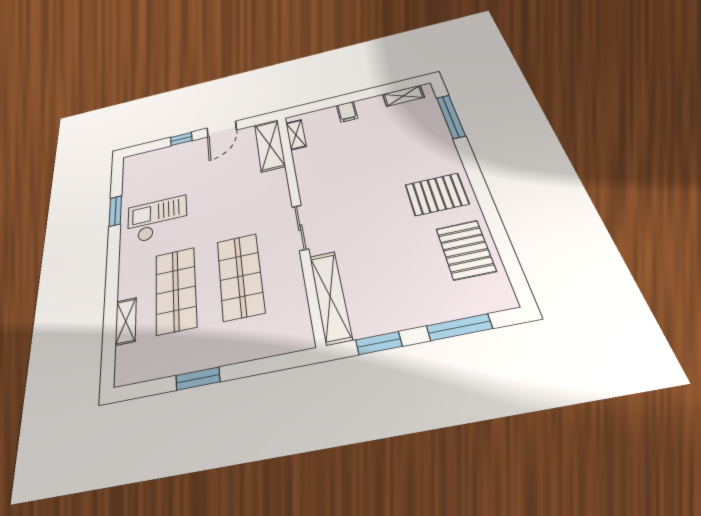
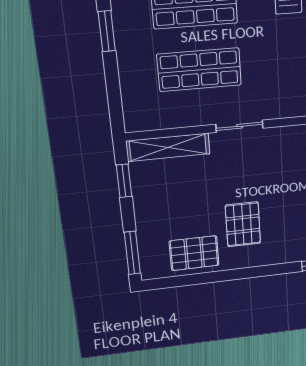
pallet: (437, 194) -> (243, 224), moved
window: (459, 327) -> (132, 253), moved

